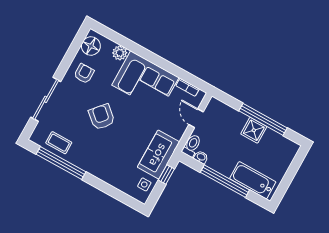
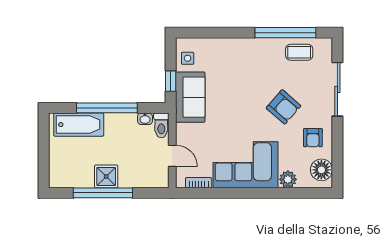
armchair: (102, 117) -> (284, 107), moved

